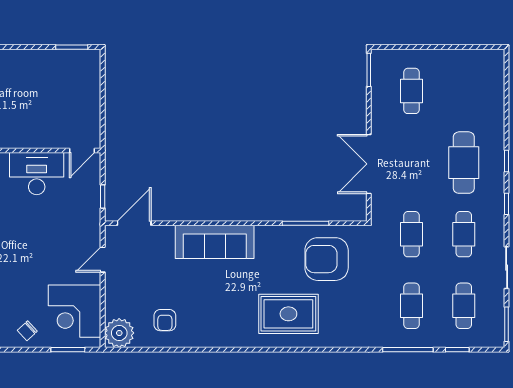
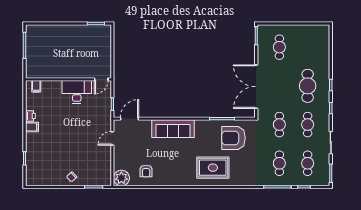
double door: (369, 164) -> (256, 87), width x1.36
corner desk: (75, 311) -> (97, 166), removed

